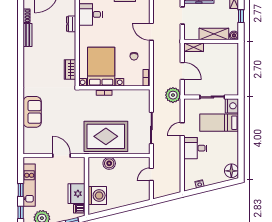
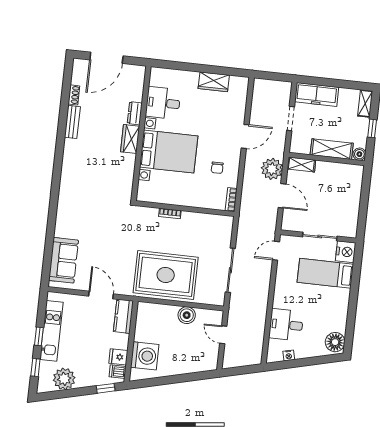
door: (151, 32) -> (245, 136), swing flipped
bed with nightstands: (101, 67) -> (169, 152), moved, turned 90
wardrobe: (70, 69) -> (130, 139), moved
plant: (173, 95) -> (272, 169), moved
sofa: (32, 112) -> (64, 260), moved
door: (182, 129) -> (276, 251), moved
desk: (195, 148) -> (286, 325), moved
boiler: (109, 163) -> (187, 315), moved
kitchen counter: (79, 169) -> (123, 316), added
door: (151, 174) -> (223, 335), hinge flipped
fridge: (77, 194) -> (118, 357), width x0.53, depth x0.75

